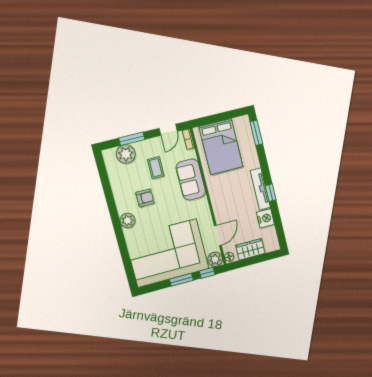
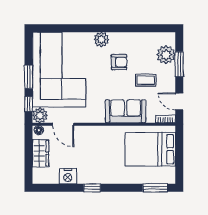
tv unit: (260, 189) -> (99, 178), removed
armchair: (145, 198) -> (119, 62), turned -90

